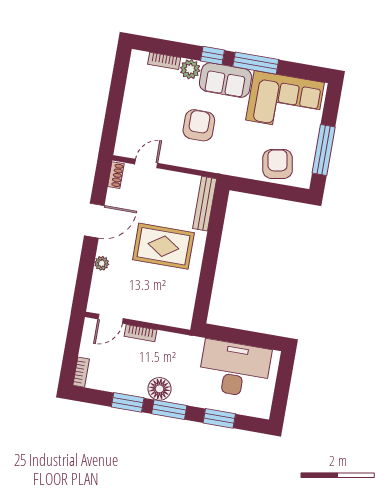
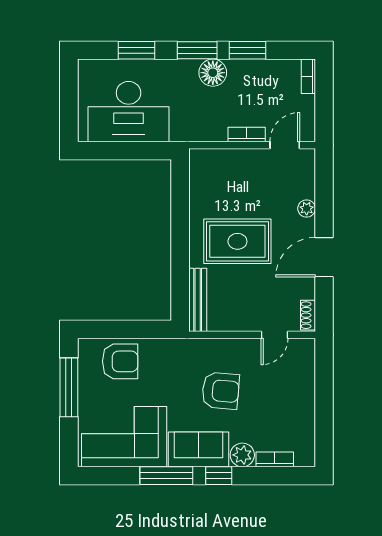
armchair: (199, 125) -> (221, 391), turned -85
armchair: (278, 164) -> (120, 361), turned -80

